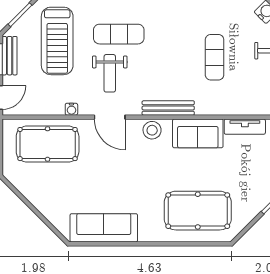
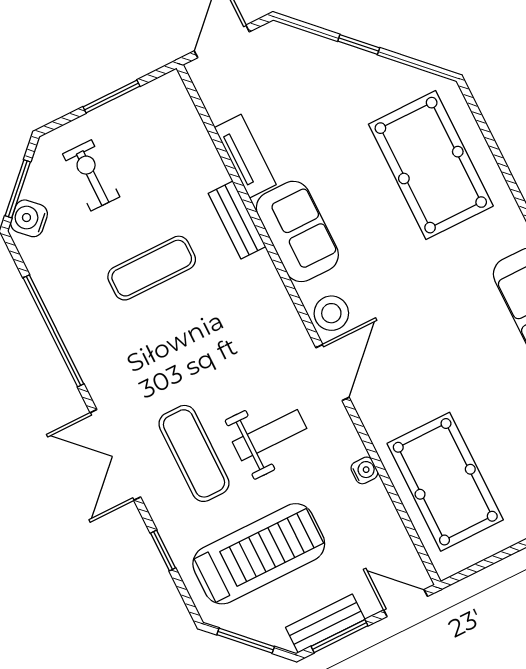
bench: (168, 108) -> (237, 220), moved, width x0.73
door: (110, 117) -> (332, 372), moved

